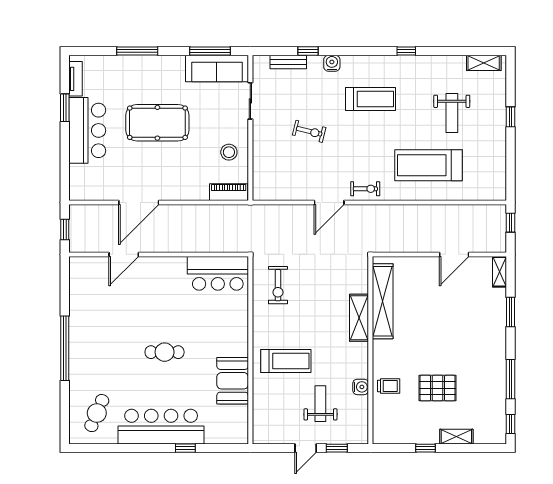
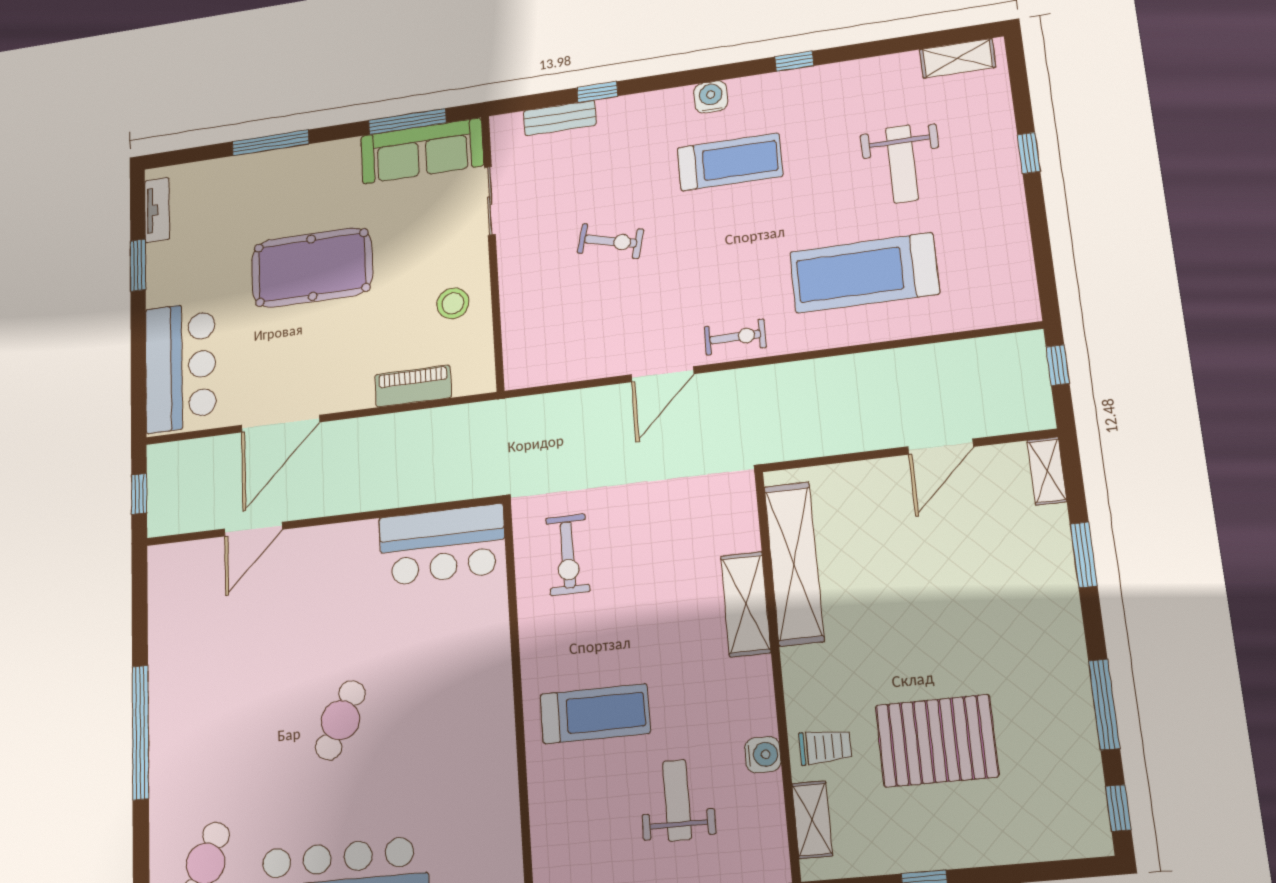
water cooler: (332, 63) -> (711, 97), moved
bar counter: (87, 130) -> (181, 367), moved
piano: (229, 192) -> (413, 386), moved
cafe table: (165, 352) -> (340, 720), turned -63
booth: (233, 381) -> (484, 768), removed
pallet: (437, 388) -> (937, 741), width x1.37, depth x1.41
shelving: (456, 437) -> (812, 820), moved, turned 90

